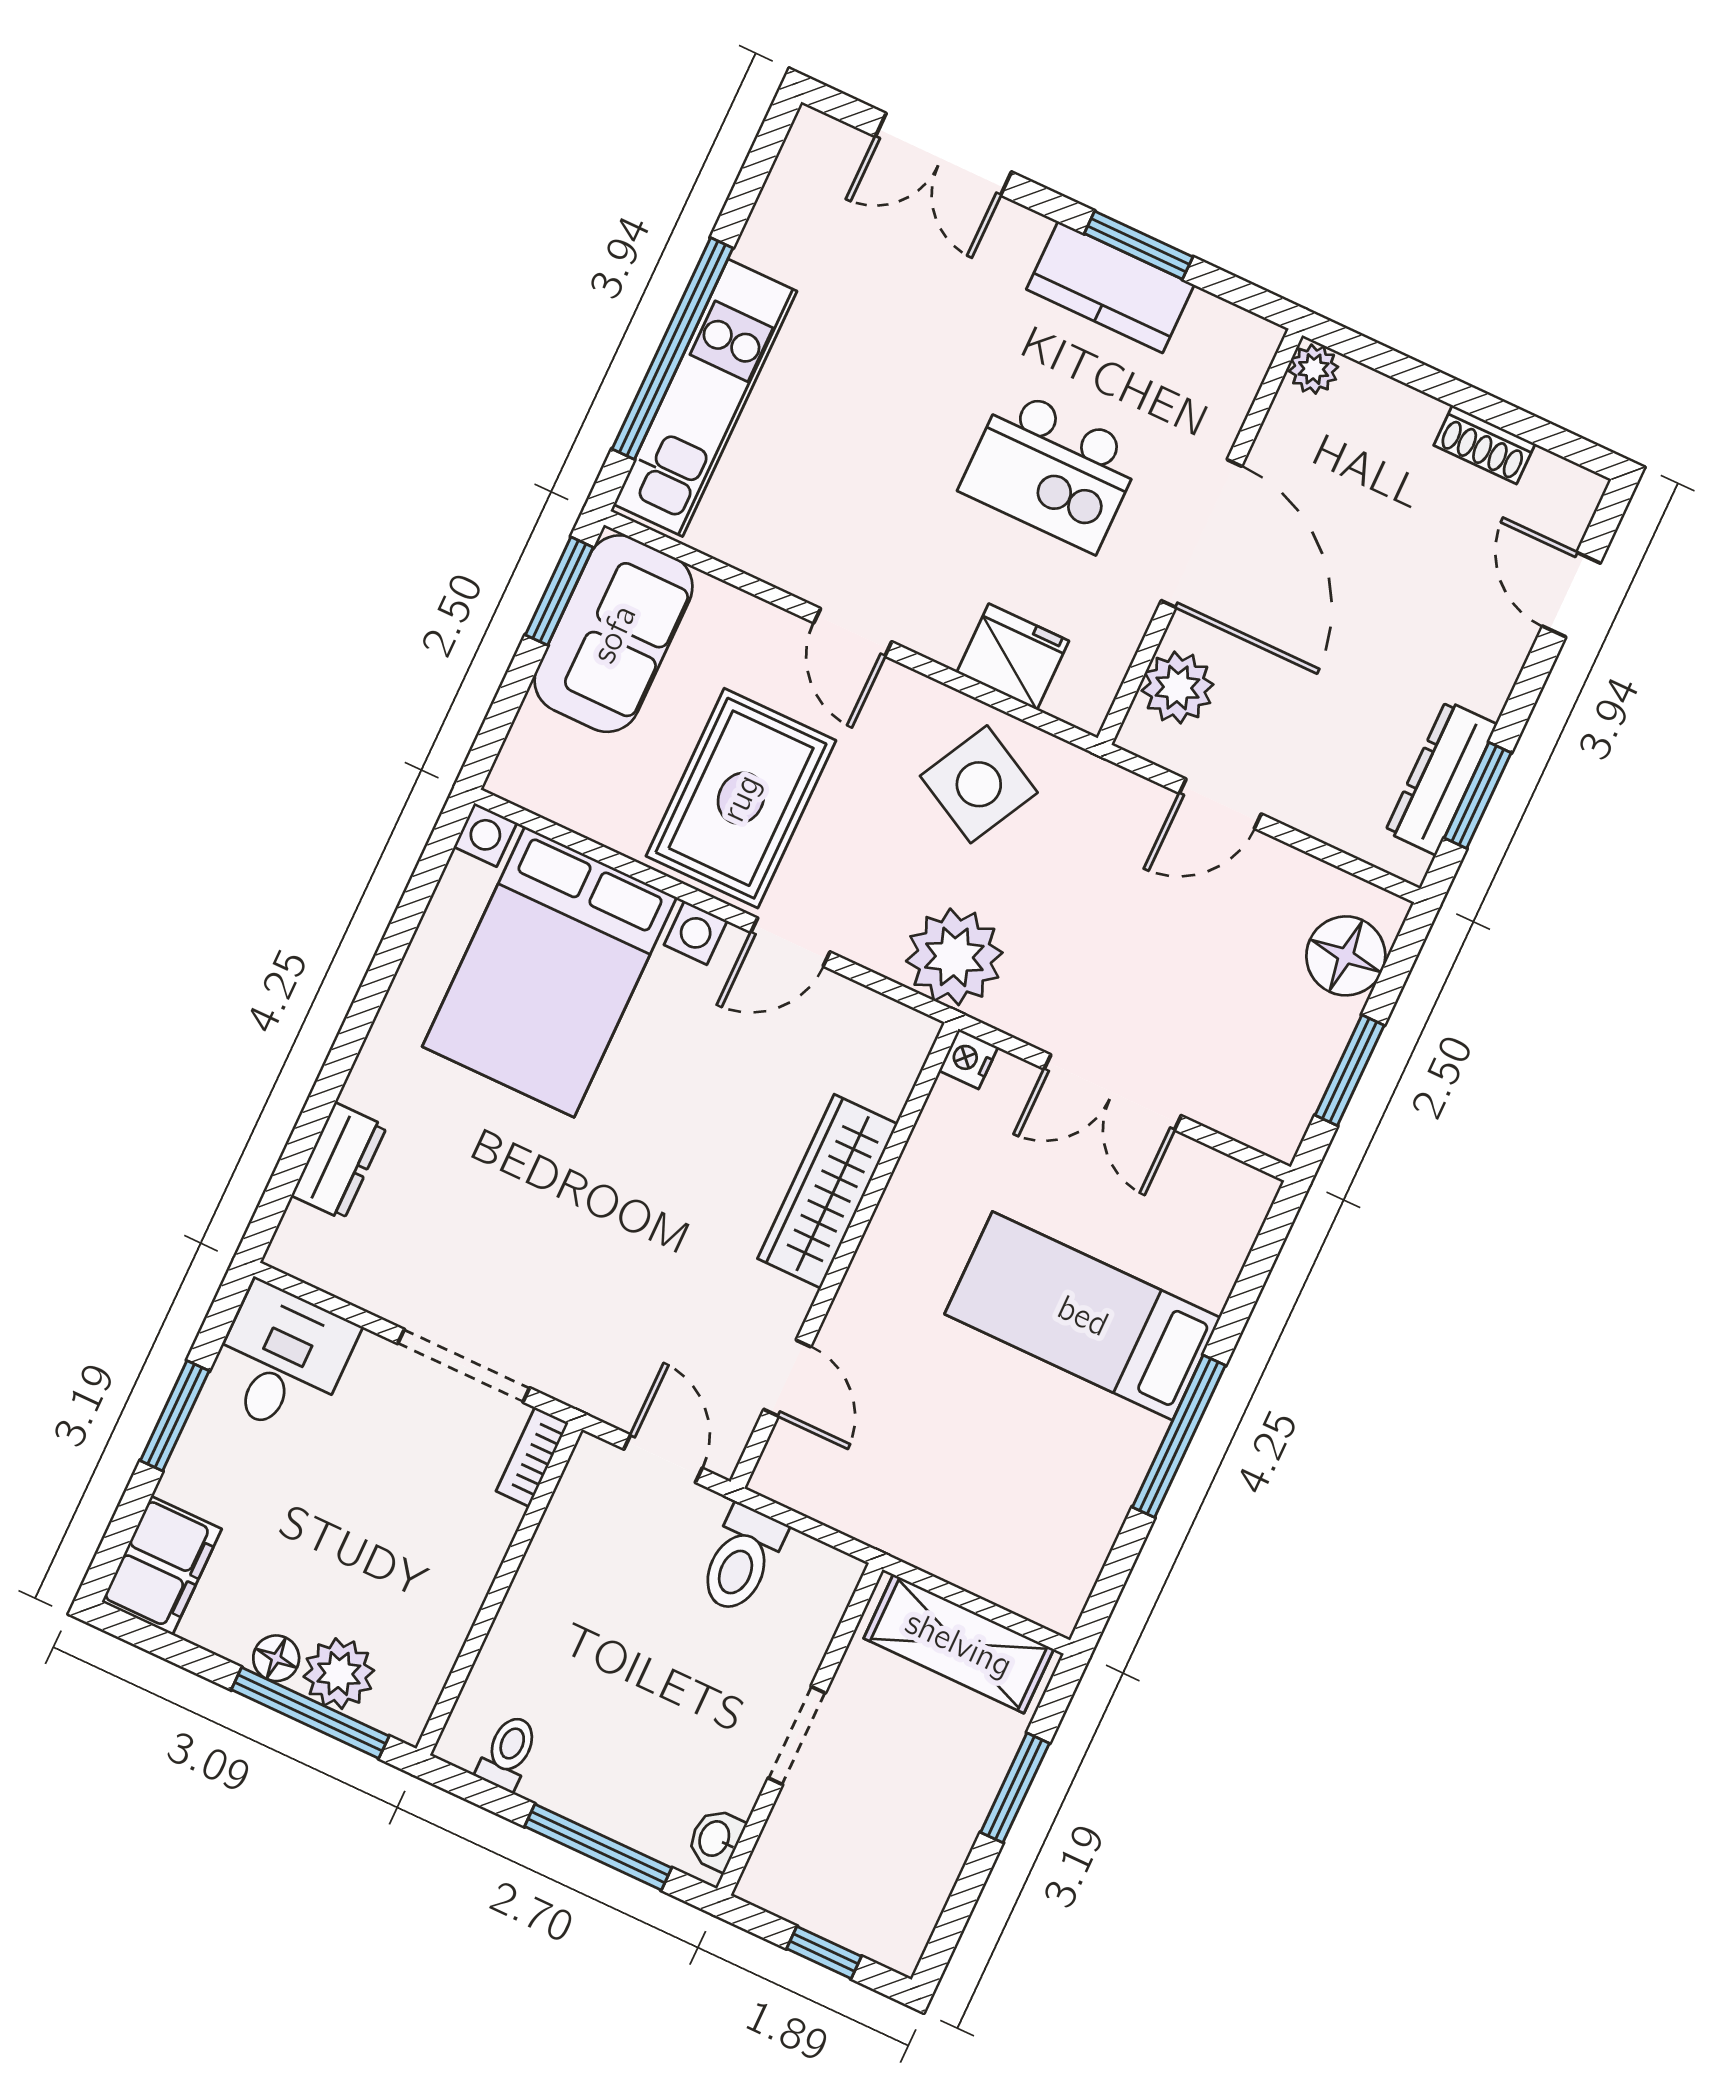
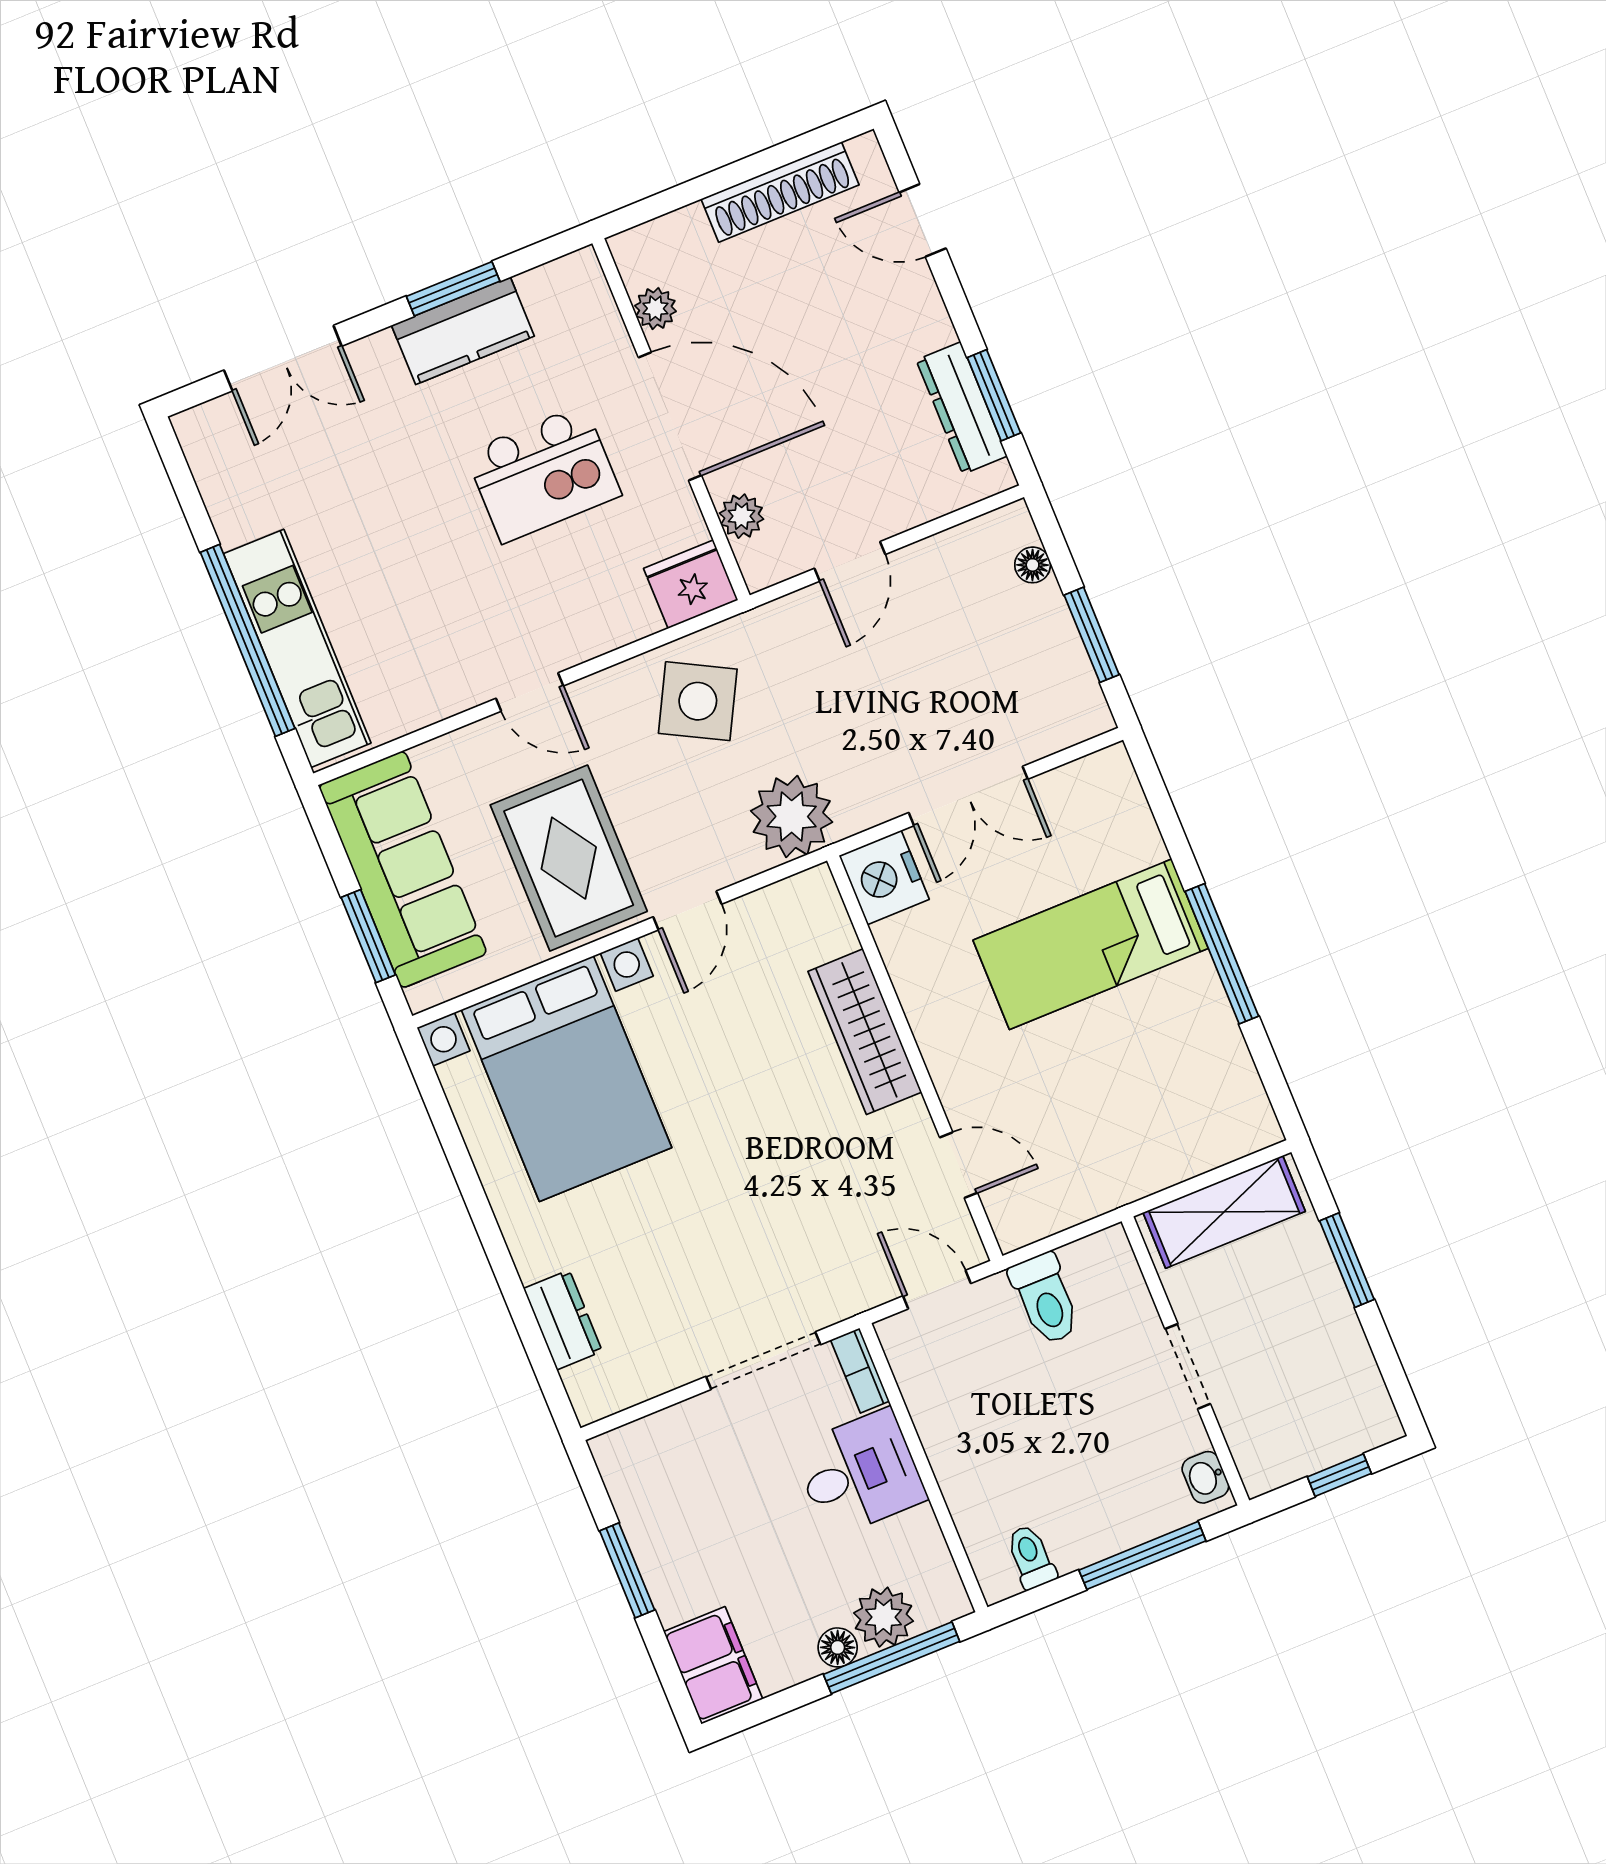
plant: (1314, 369) -> (655, 308), moved
shoe rack: (1484, 445) -> (780, 192), width x1.94, depth x1.24
window: (559, 591) -> (368, 936), moved
sofa: (614, 634) -> (403, 869), width x1.36
fridge: (1013, 657) -> (691, 584), moved
plant: (1178, 688) -> (742, 516), width x0.73, depth x0.73
floor lamp: (1346, 956) -> (1033, 565), width x0.53, depth x0.53
nightstand: (968, 1059) -> (884, 877), width x1.89, depth x1.79
desk: (282, 1360) -> (859, 1473), moved, turned 90

